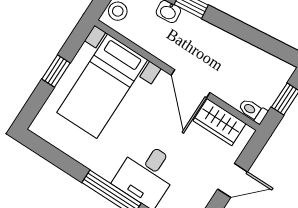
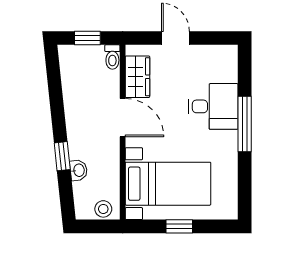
door: (191, 84) -> (123, 118), hinge flipped

